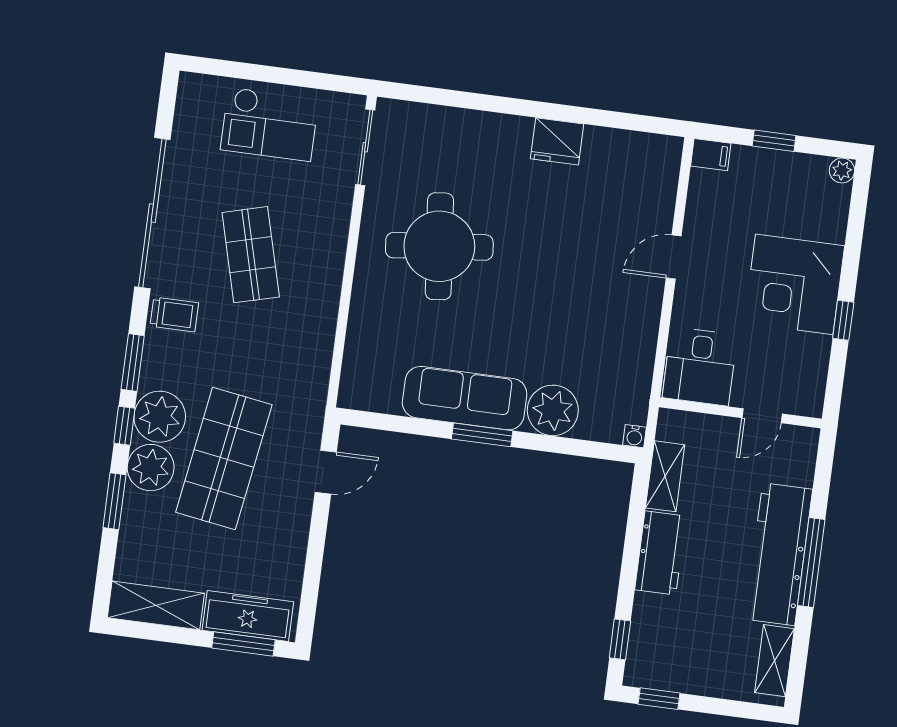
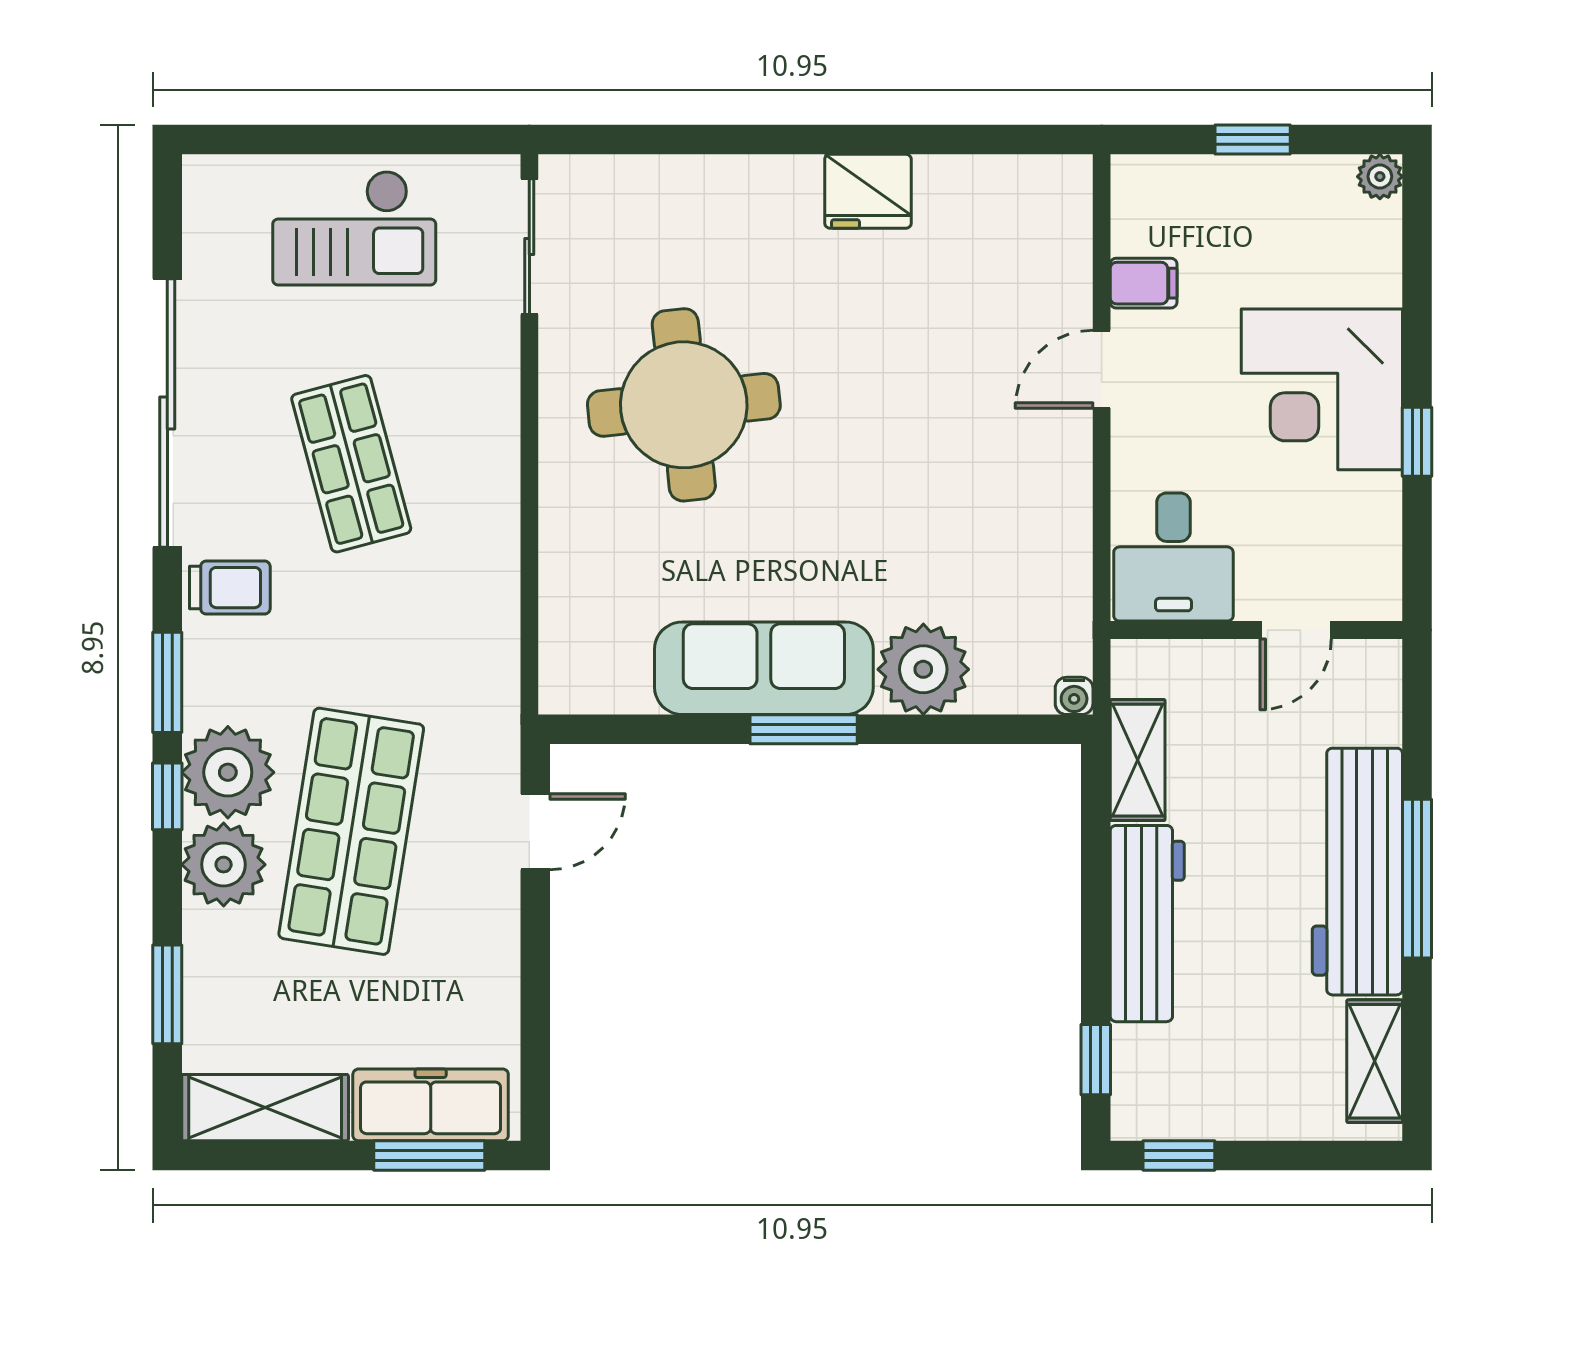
filing cabinet: (711, 155) -> (1144, 283), moved
window: (114, 501) -> (167, 994), moved
workbench: (660, 553) -> (1147, 924), width x1.38

